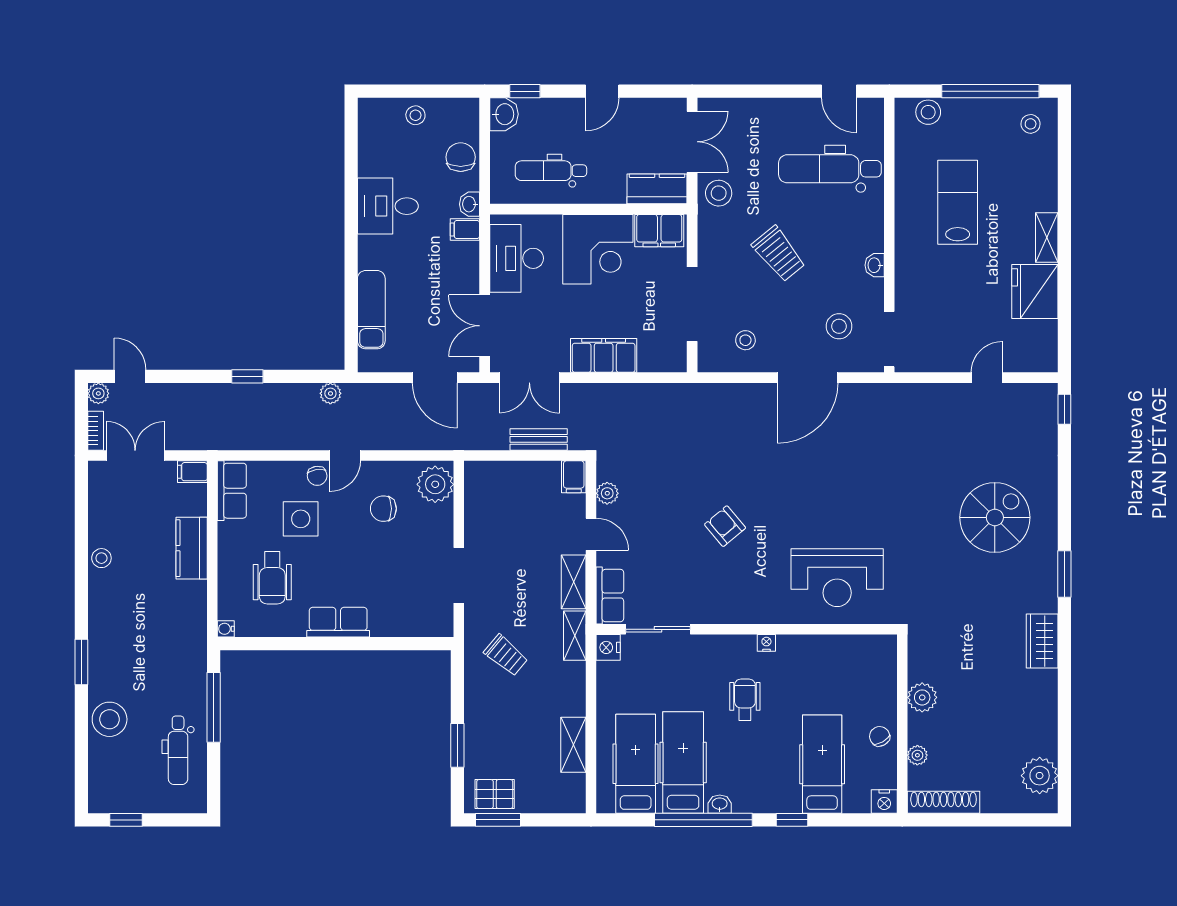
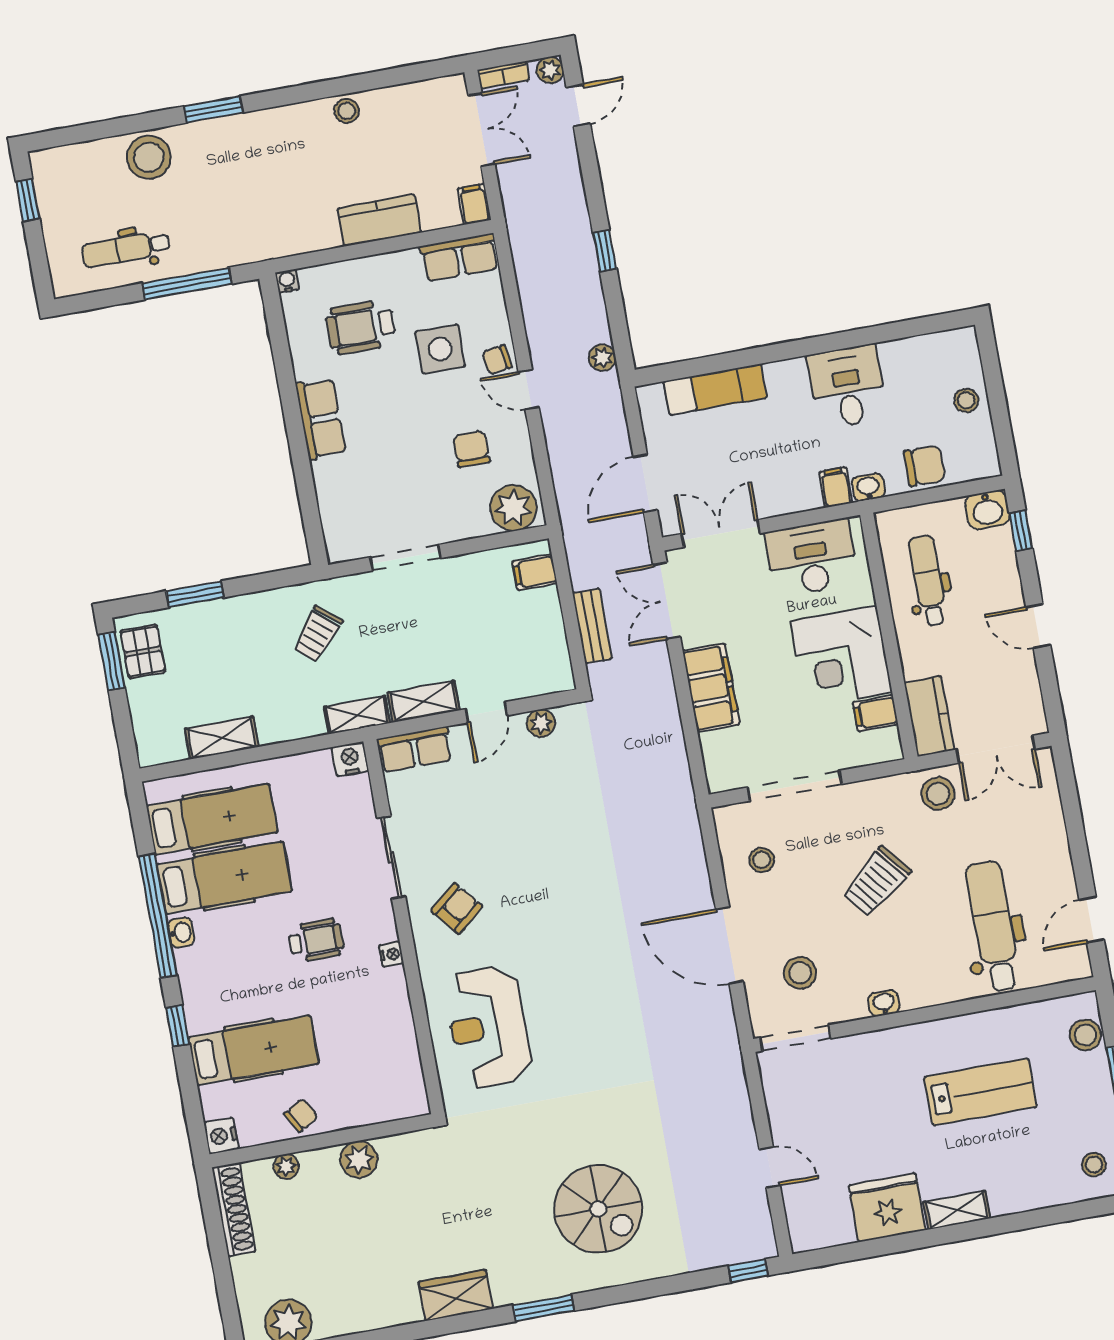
filing cabinet: (659, 231) -> (875, 713), width x0.50
filing cabinet: (574, 477) -> (535, 572), moved
armchair: (725, 526) -> (457, 908), moved
sliding door: (658, 629) -> (391, 857), moved

